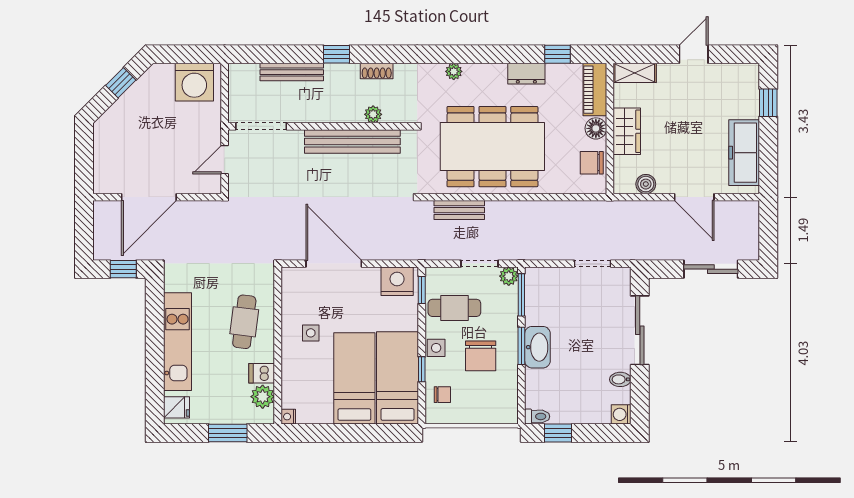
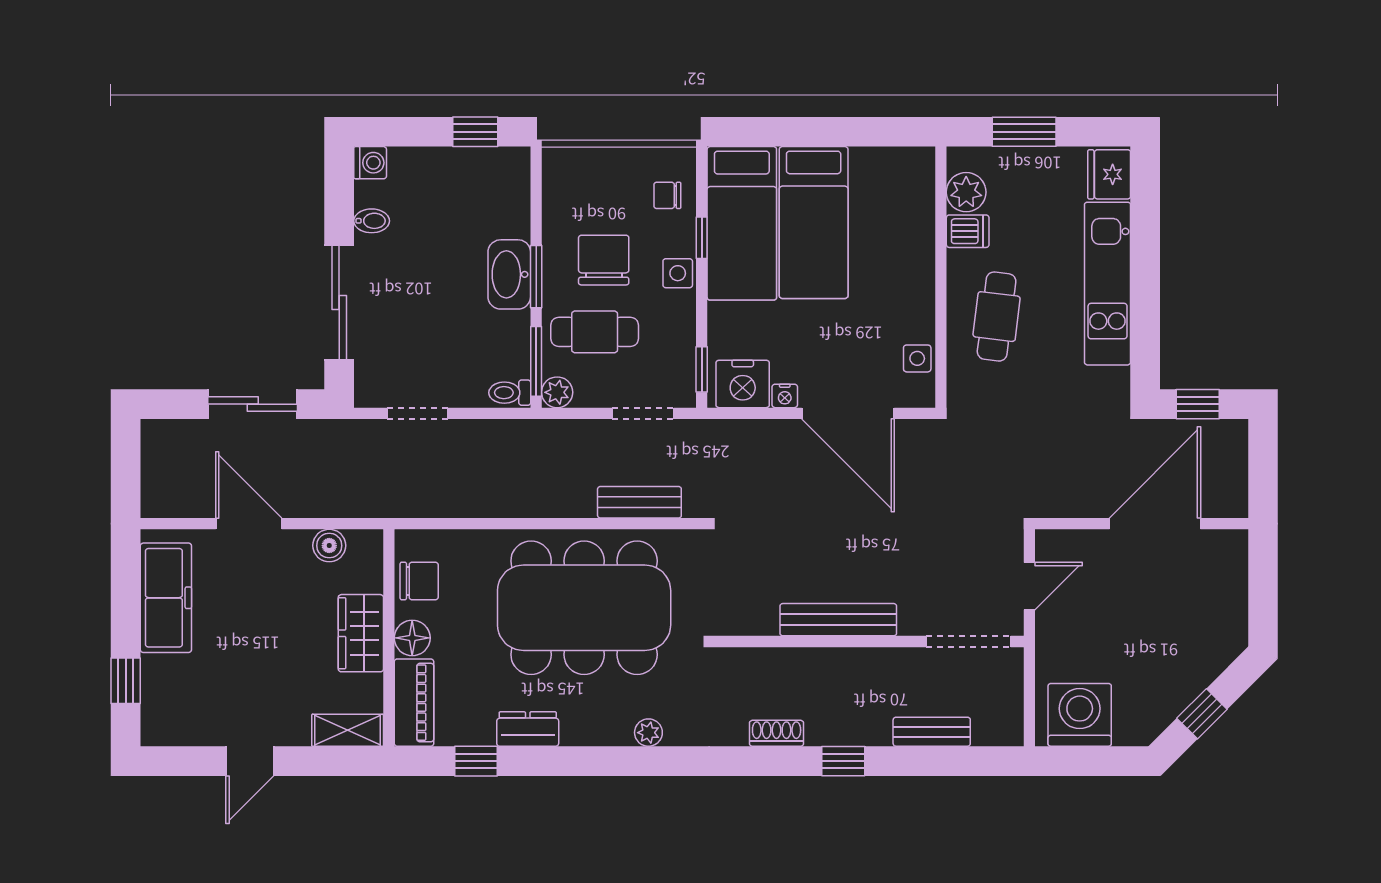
bench: (292, 72) -> (932, 732), width x0.73
plant: (373, 114) -> (782, 661), removed
bench: (352, 142) -> (838, 620), width x0.73, depth x0.82
doorway: (479, 264) -> (643, 413), moved
sliding door: (711, 269) -> (253, 404), moved
cafe table: (454, 308) -> (595, 332), moved
side table: (311, 333) -> (917, 358), moved
fridge: (177, 407) -> (1109, 174), width x1.38
toilet: (537, 416) -> (510, 393), moved
nightstand: (288, 417) -> (785, 396), moved, turned 90

